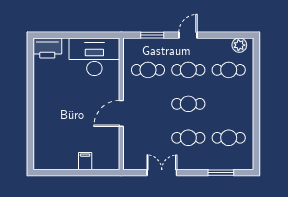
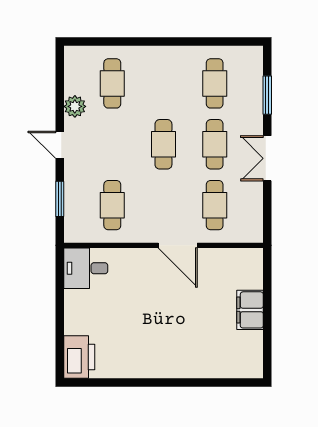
plant: (239, 45) -> (75, 106), moved
desk: (94, 57) -> (86, 268), width x0.53, depth x0.77
cafe table: (188, 70) -> (215, 205), moved
filing cabinet: (85, 161) -> (250, 310), width x2.00
double door: (162, 173) -> (267, 158), moved

